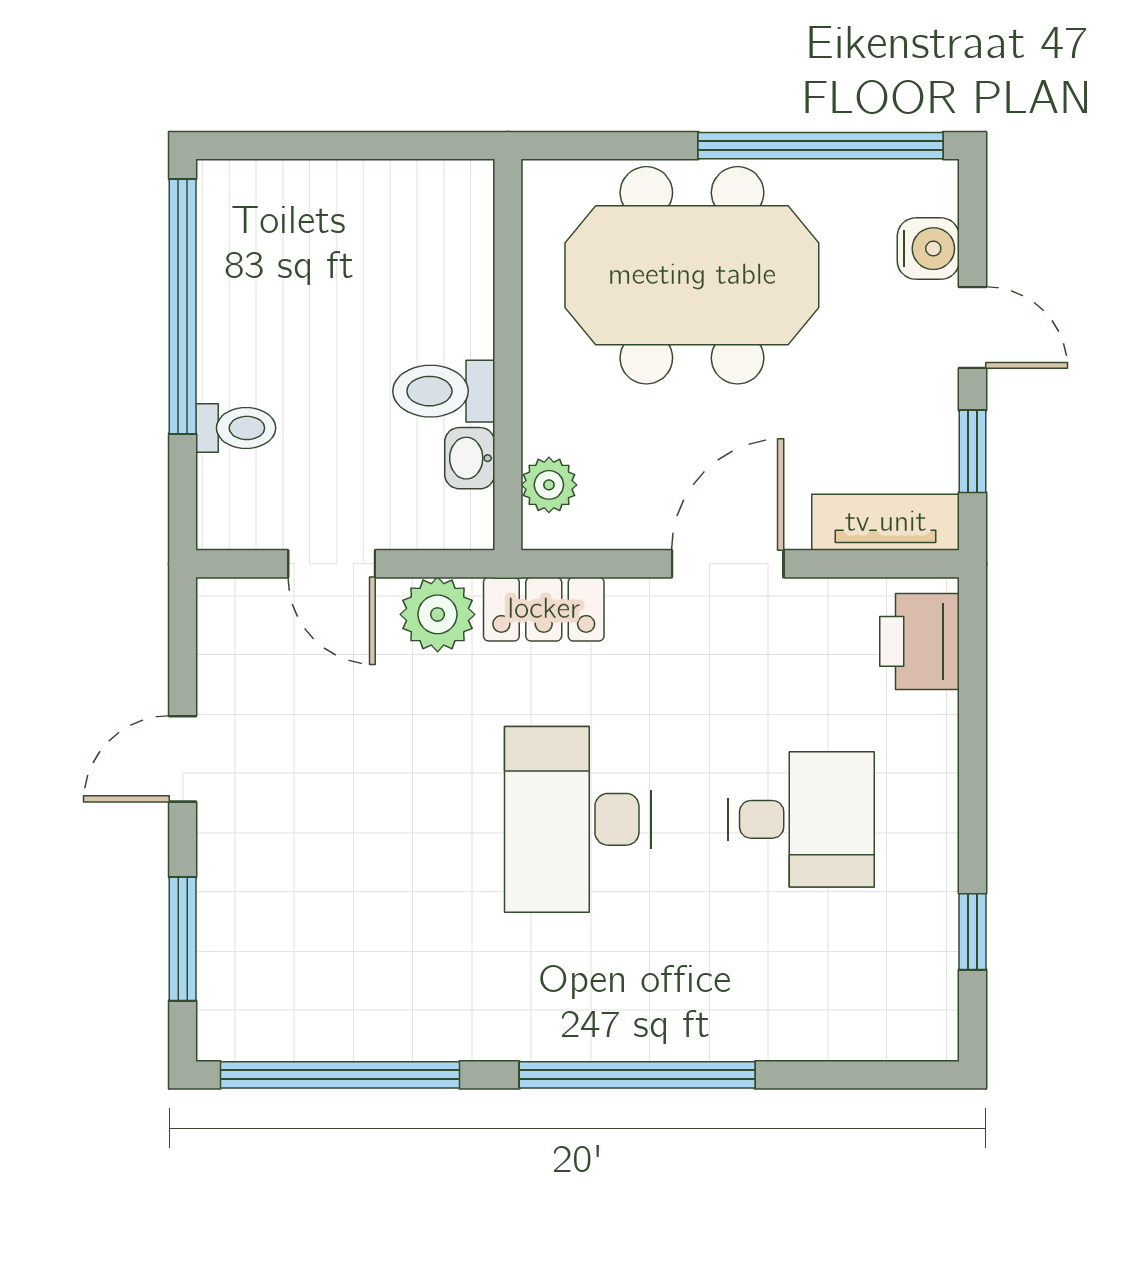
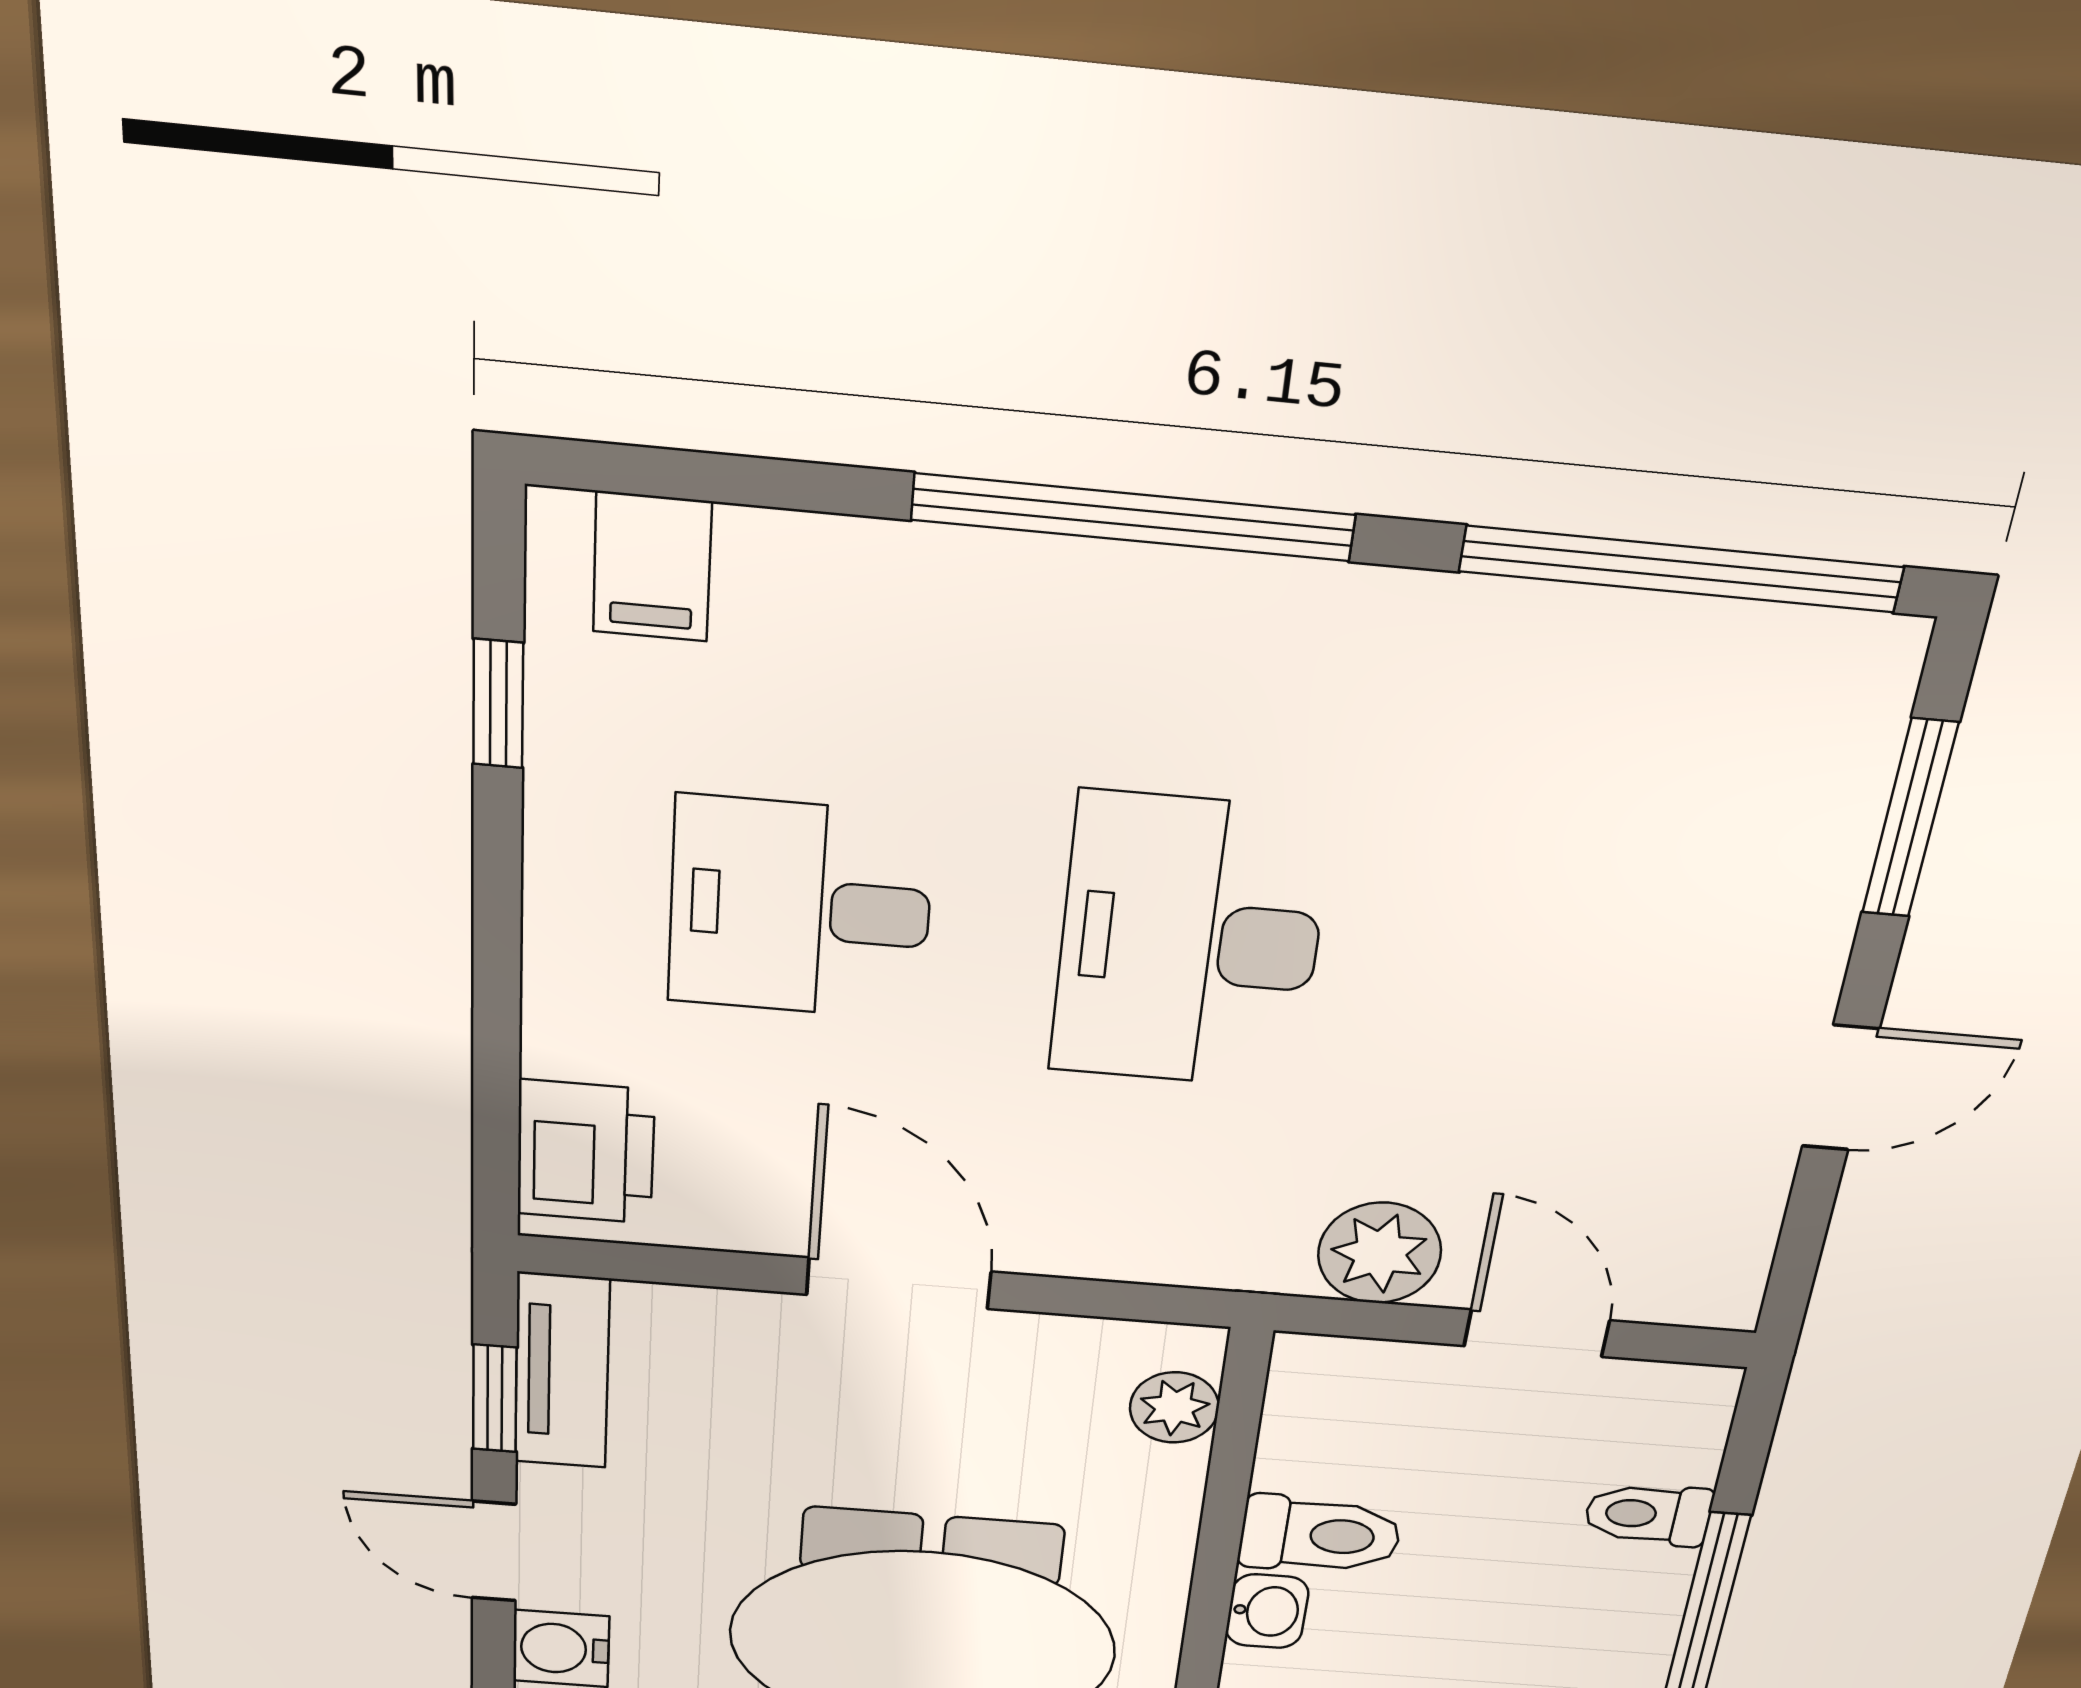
washbasin: (470, 458) -> (1267, 1611), moved
tv unit: (886, 522) -> (562, 1371), moved, turned -90
door: (728, 564) -> (899, 1283), swing flipped
locker: (544, 609) -> (1206, 1246), removed
desk: (578, 819) -> (1190, 942), turned 180
filing cabinet: (891, 1021) -> (652, 567), added

